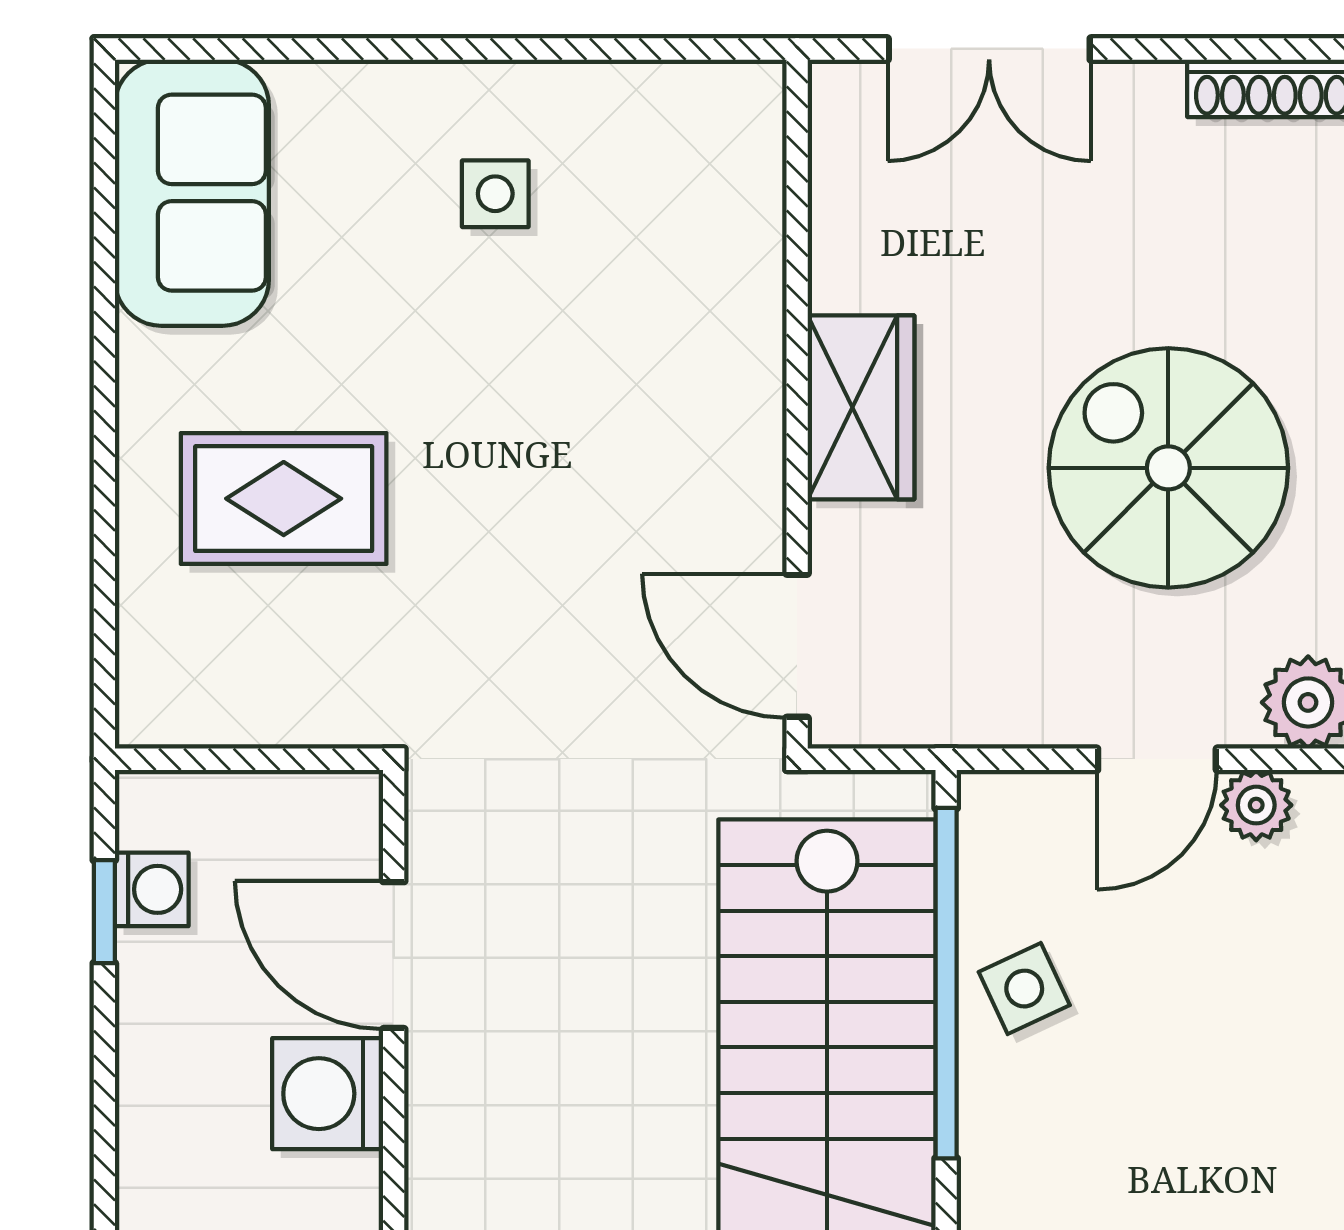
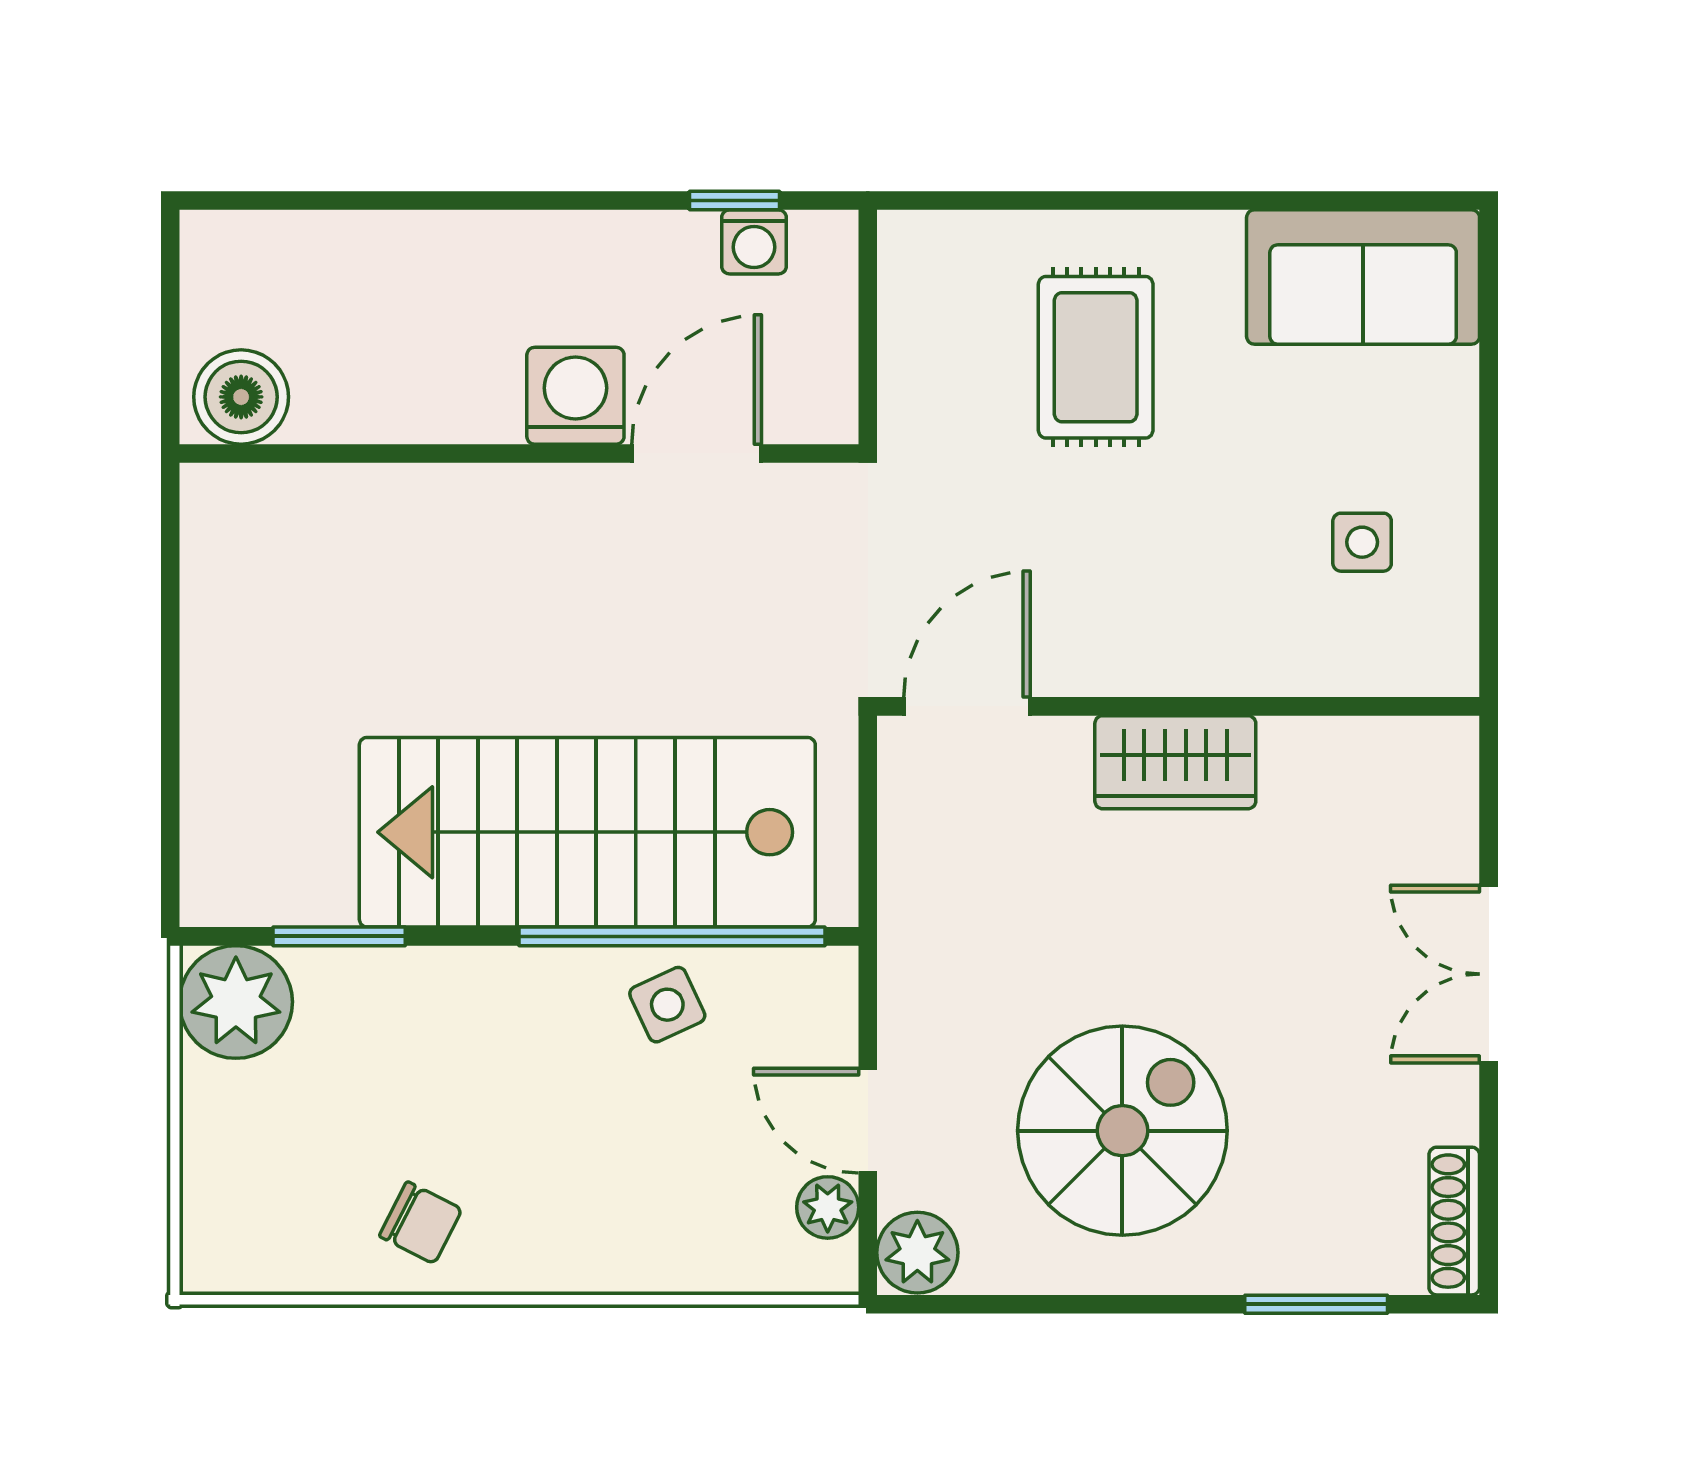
wall: (797, 404) -> (1178, 706), moved
wardrobe: (861, 407) -> (1175, 762), moved
door: (797, 646) -> (967, 706), moved

